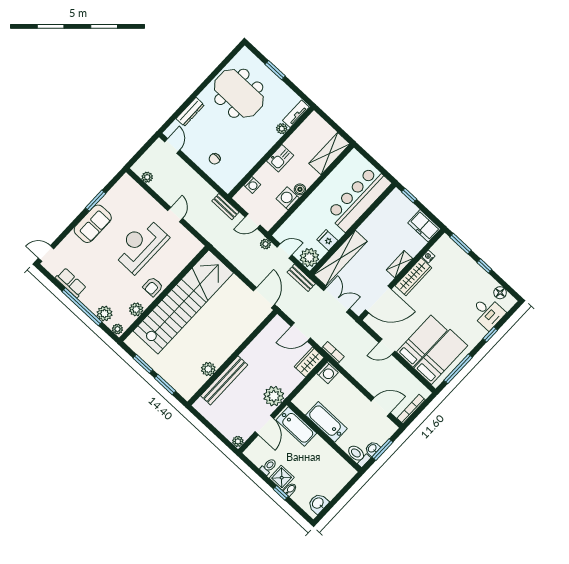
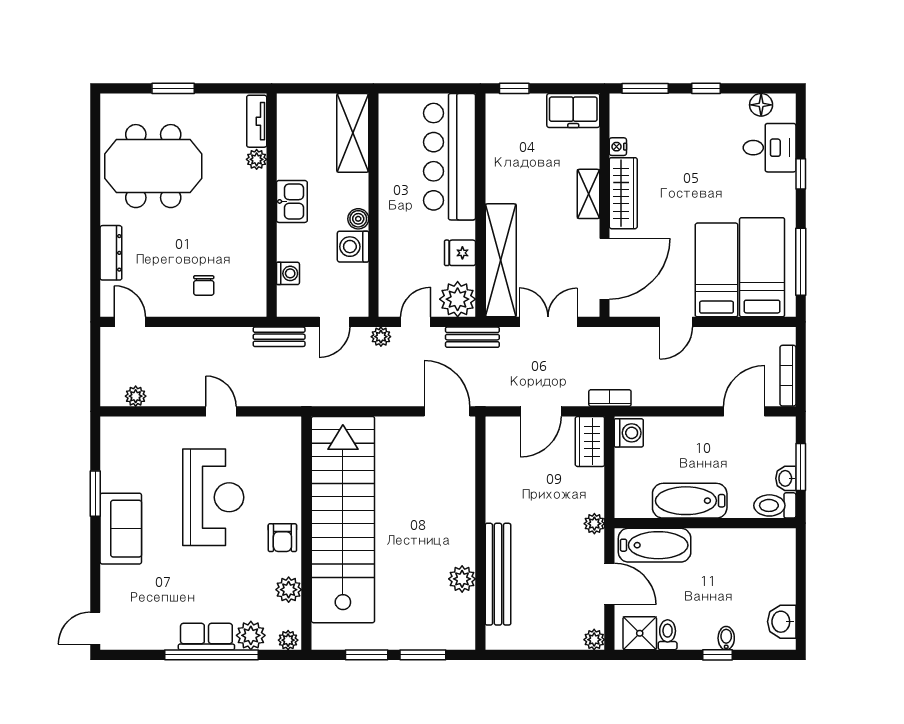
reception desk: (141, 245) -> (213, 497), turned 180
row of seats: (71, 283) -> (206, 636), moved
plant: (274, 396) -> (594, 524), width x0.53, depth x0.53
shower: (282, 478) -> (640, 633), moved

